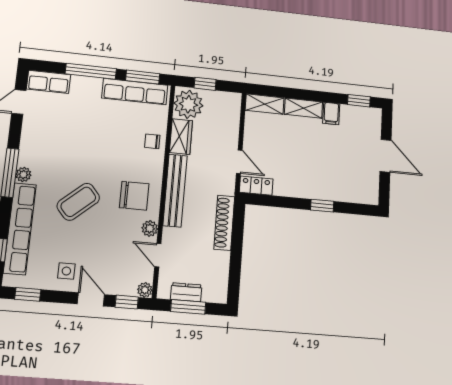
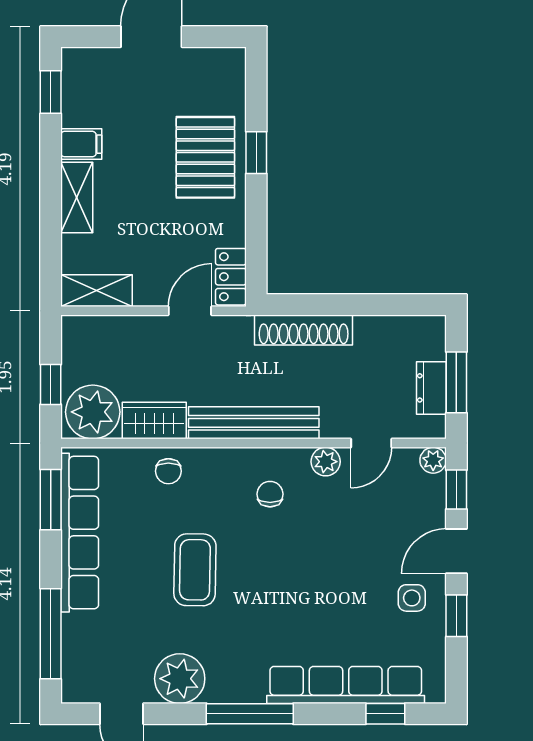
window: (91, 71) -> (51, 634), moved
row of seats: (49, 82) -> (79, 666), removed
row of seats: (135, 92) -> (80, 533), width x1.36
shelving: (265, 104) -> (96, 291), moved, turned 90
plant: (23, 175) -> (180, 679), moved, width x1.88, depth x1.88
pallet: (321, 178) -> (205, 157), added
chair: (134, 196) -> (270, 494), width x0.54, depth x0.54
coffee table: (78, 202) -> (195, 570), moved, turned 42
window: (28, 294) -> (456, 616), moved

